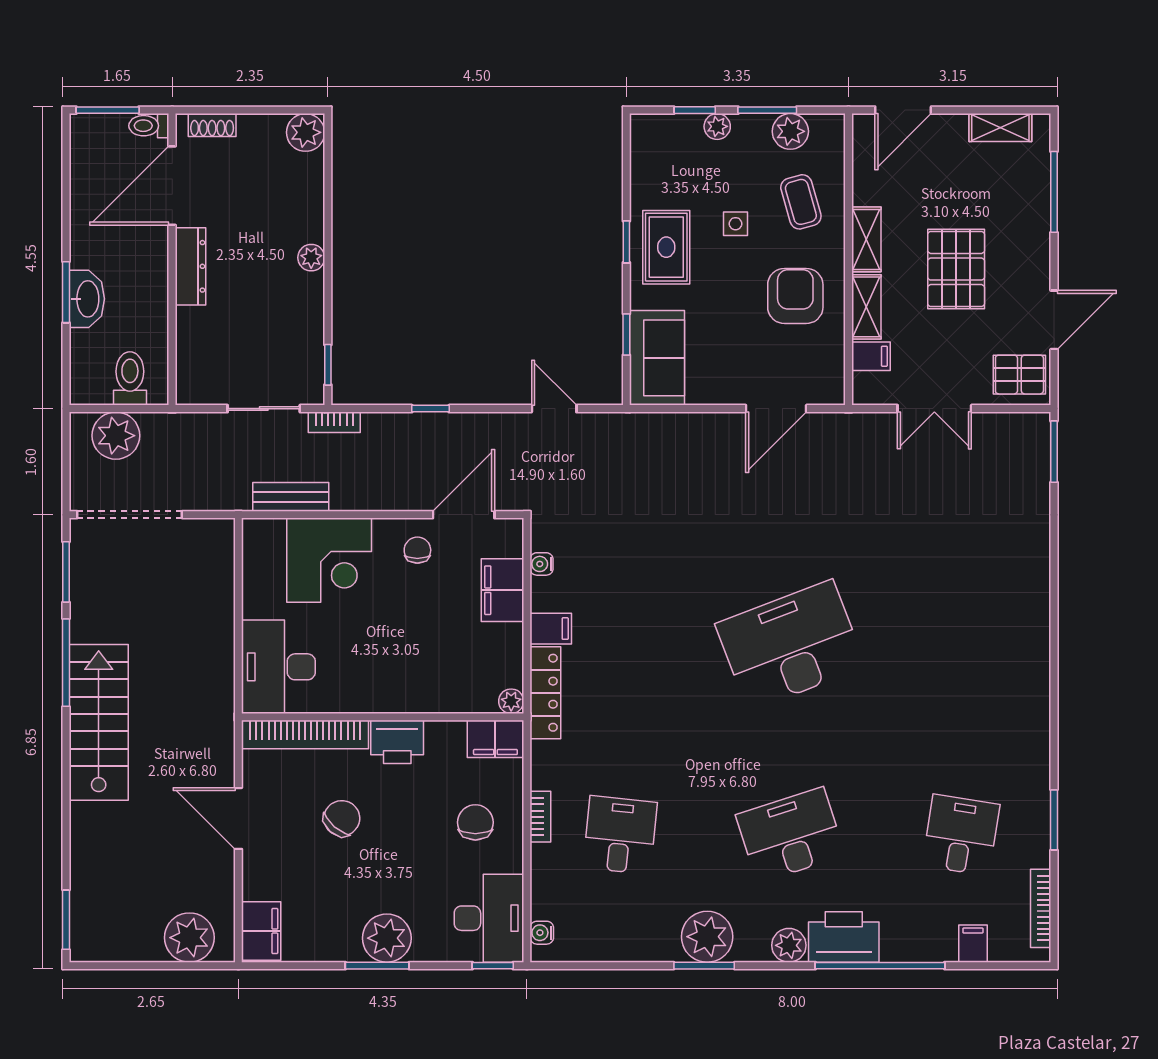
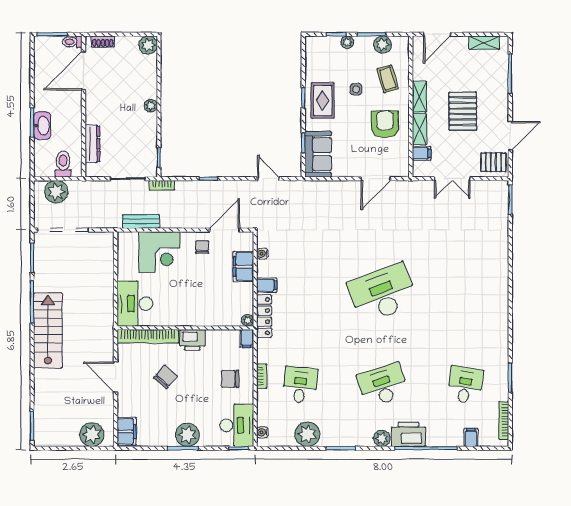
dresser: (191, 266) -> (92, 144), moved
filing cabinet: (495, 739) -> (247, 339), width x0.50
chair: (475, 822) -> (230, 379), turned -90
plant: (707, 937) -> (307, 434), moved

